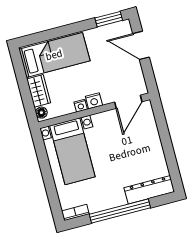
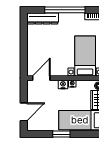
window: (109, 19) -> (61, 134), moved
door: (141, 45) -> (24, 112), hinge flipped

